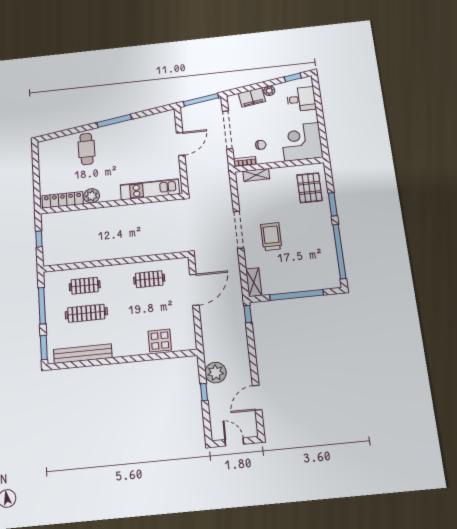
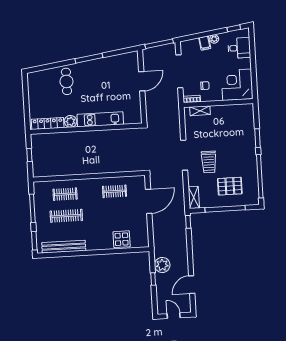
filing cabinet: (252, 97) -> (205, 43), width x0.50
pallet: (309, 188) -> (230, 186), moved, turned 90
kitchen unit: (150, 189) -> (100, 119), moved
trolley: (271, 237) -> (209, 162), turned 180

